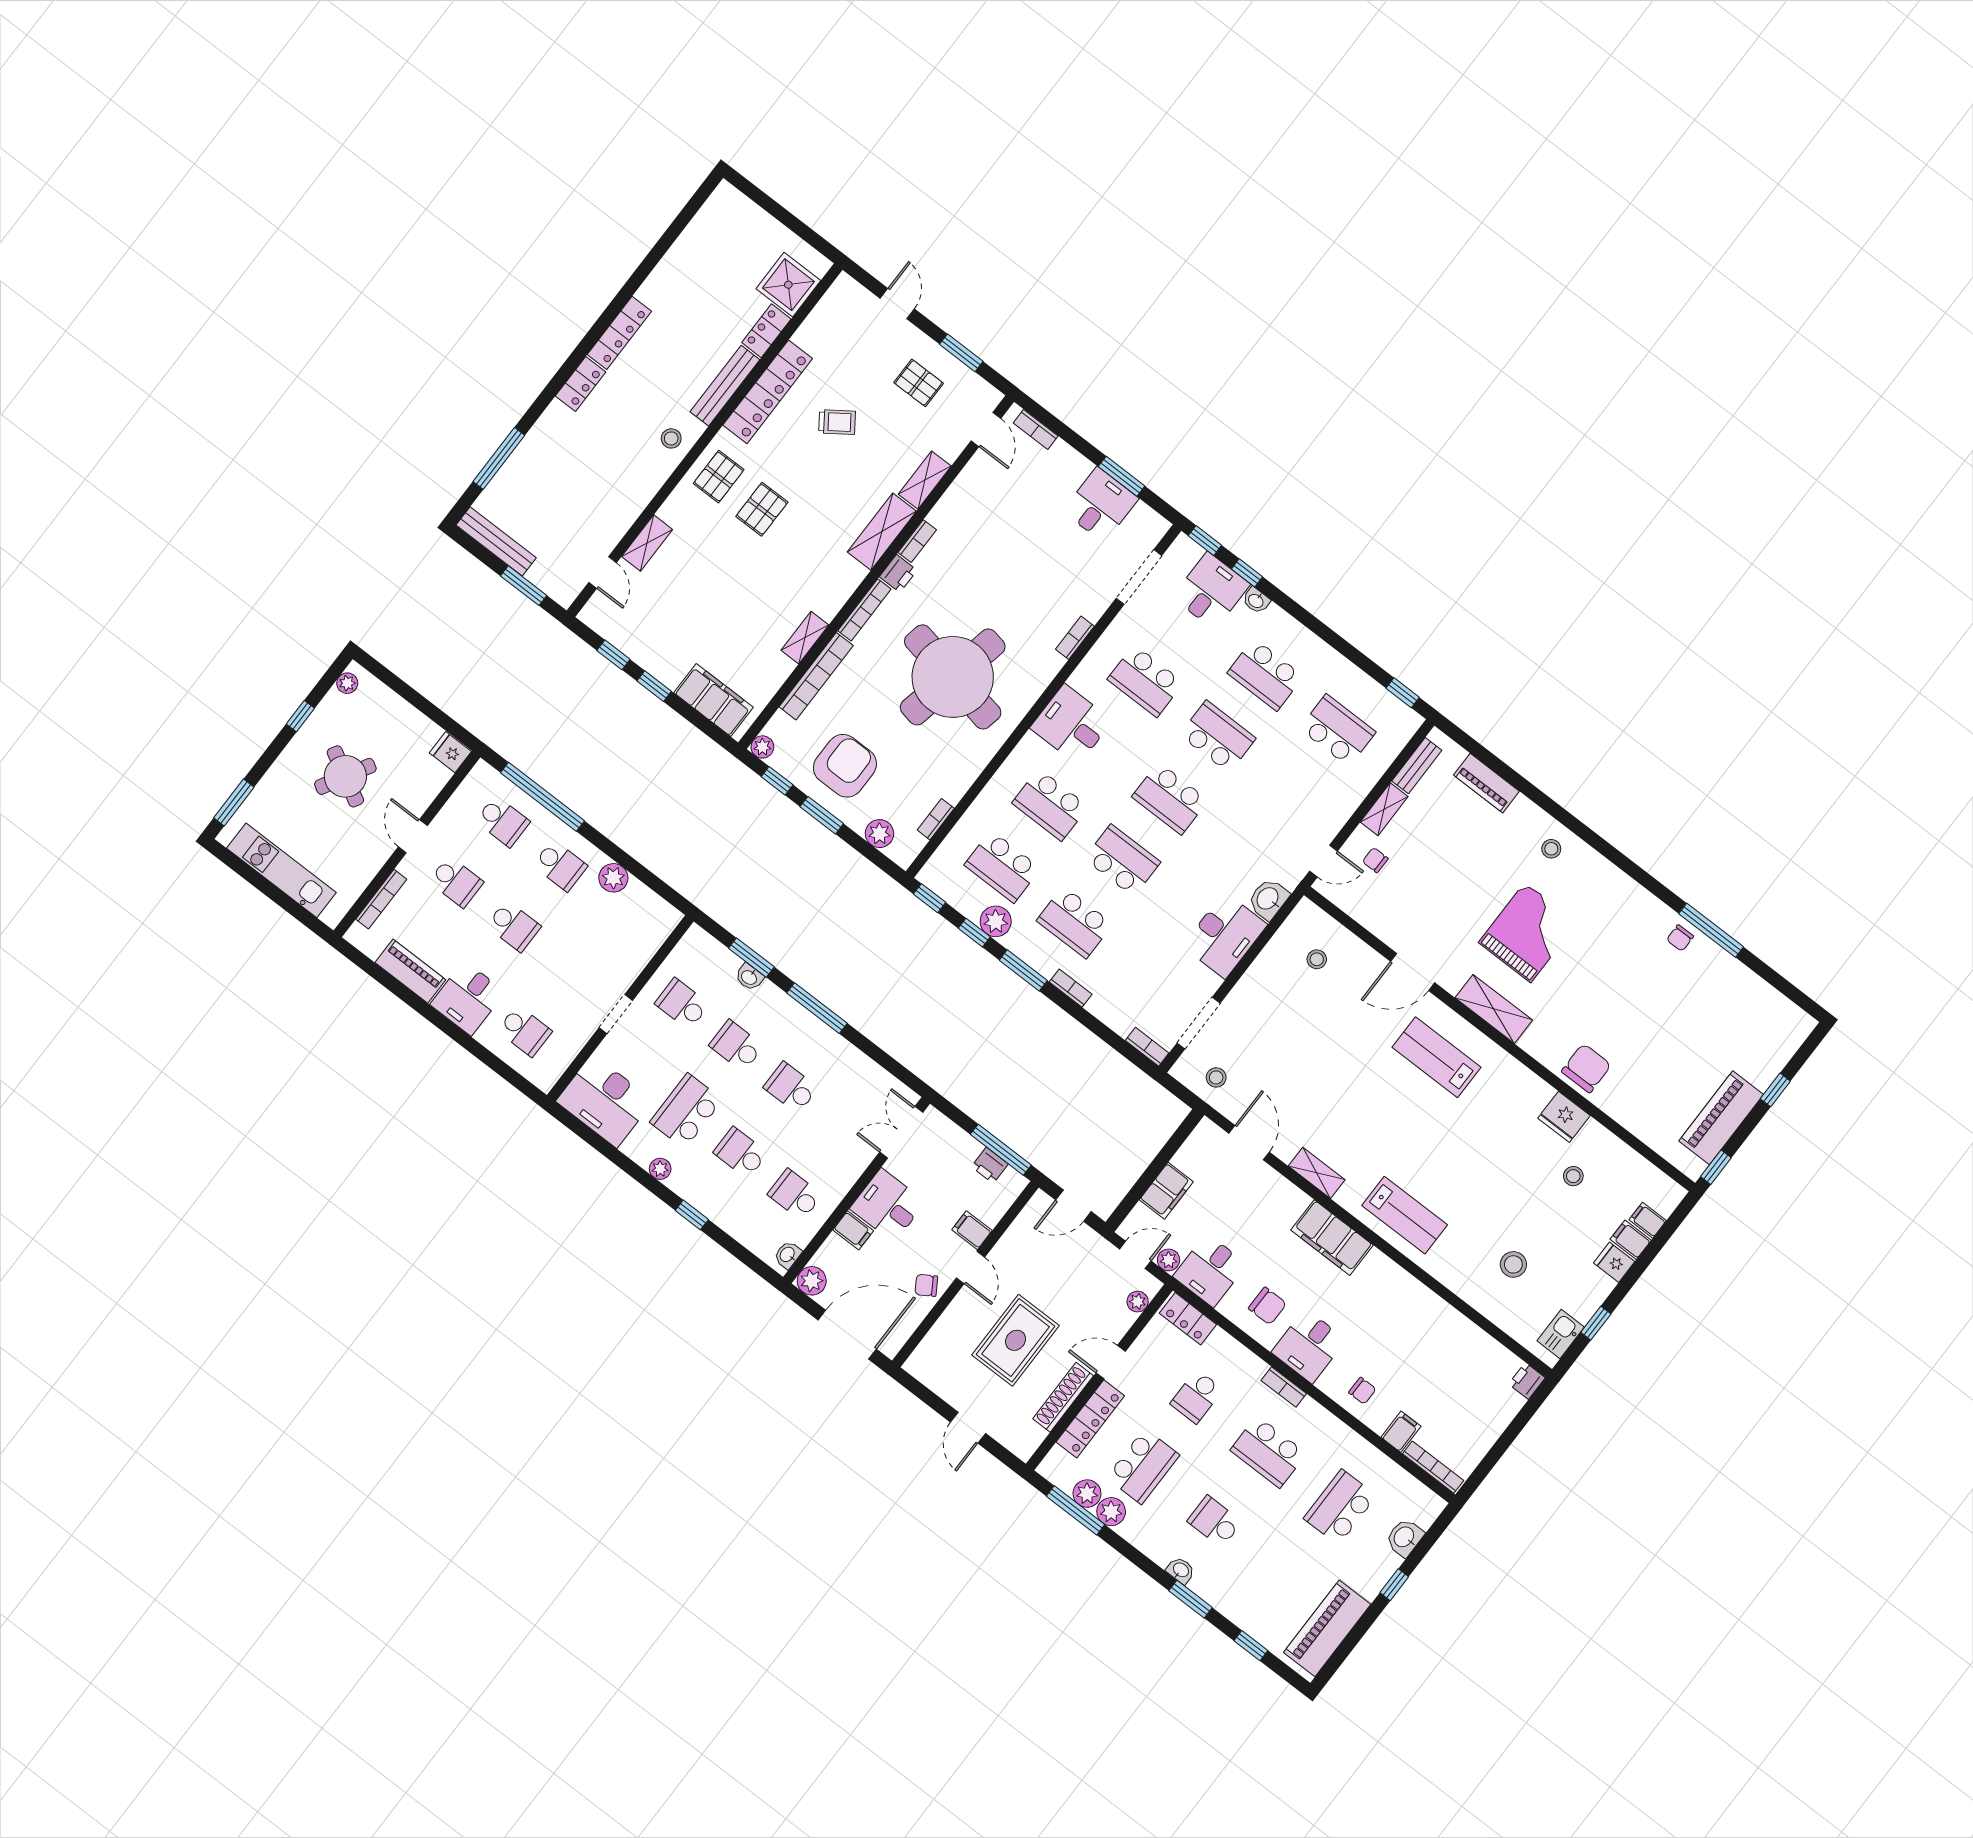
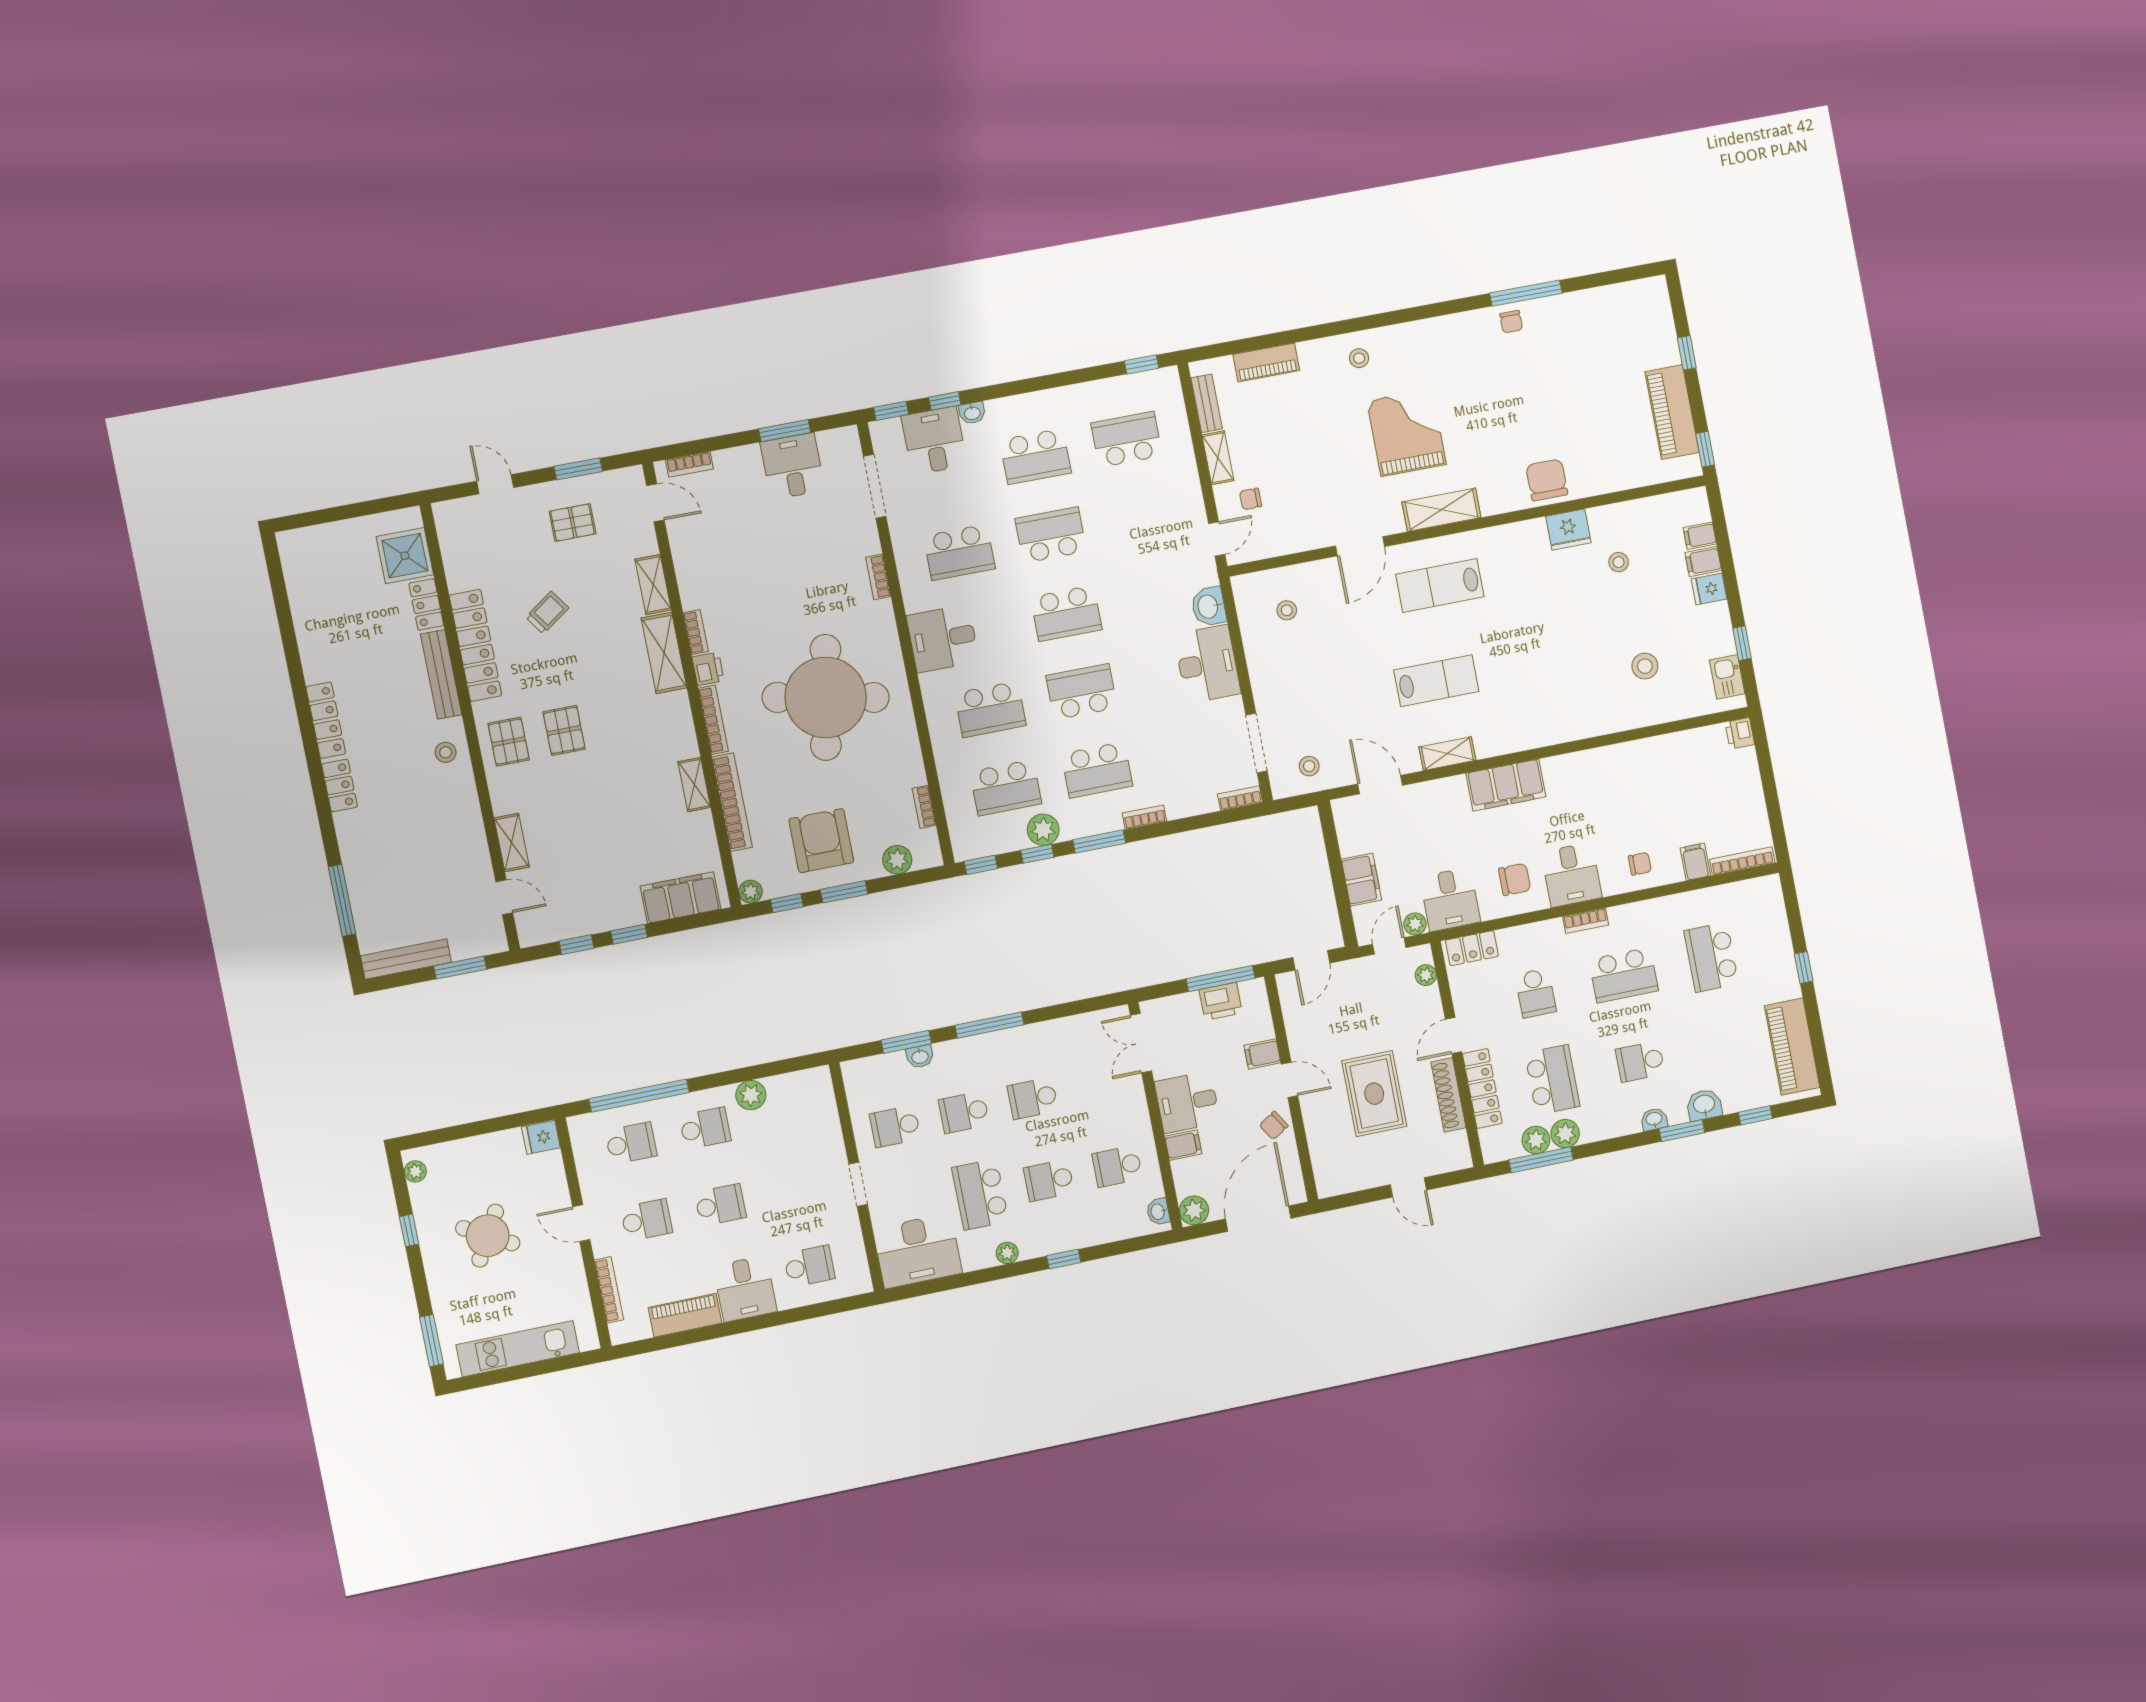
printer: (990, 1165) -> (1221, 1001), width x1.36, depth x1.24
lab bench: (1405, 1215) -> (1436, 681), moved
washbasin: (1405, 1537) -> (1704, 1105), moved, turned 90

